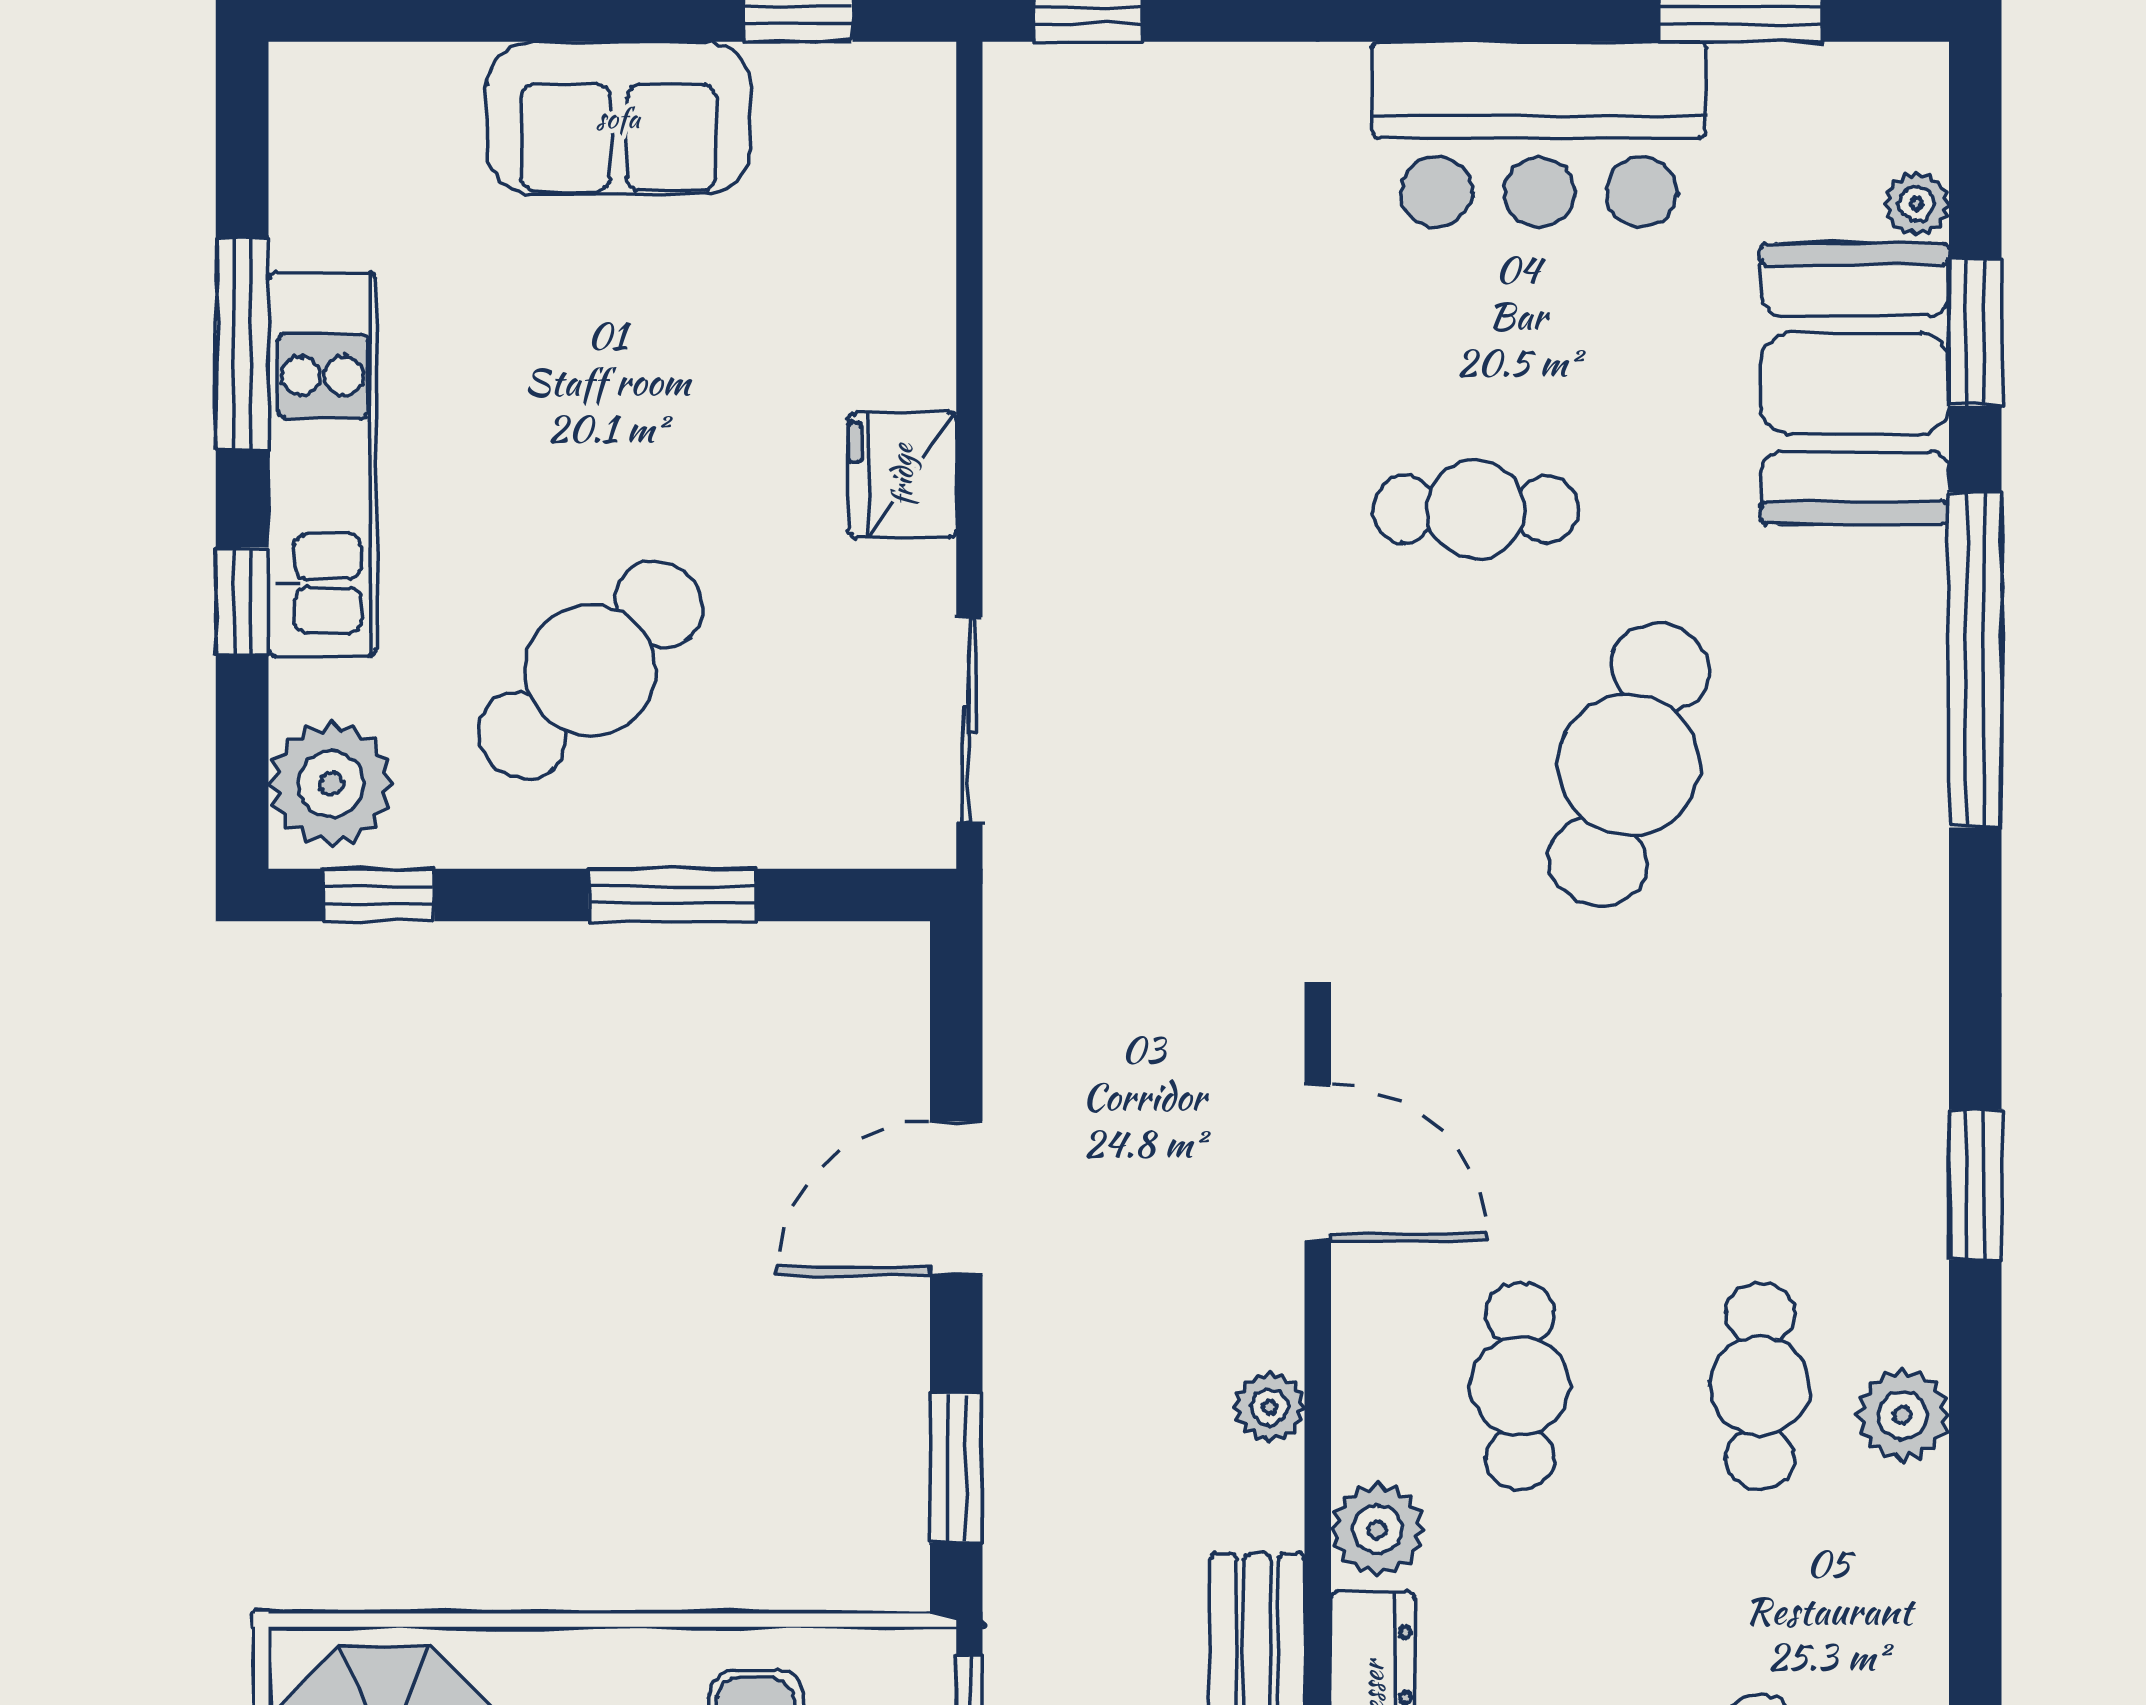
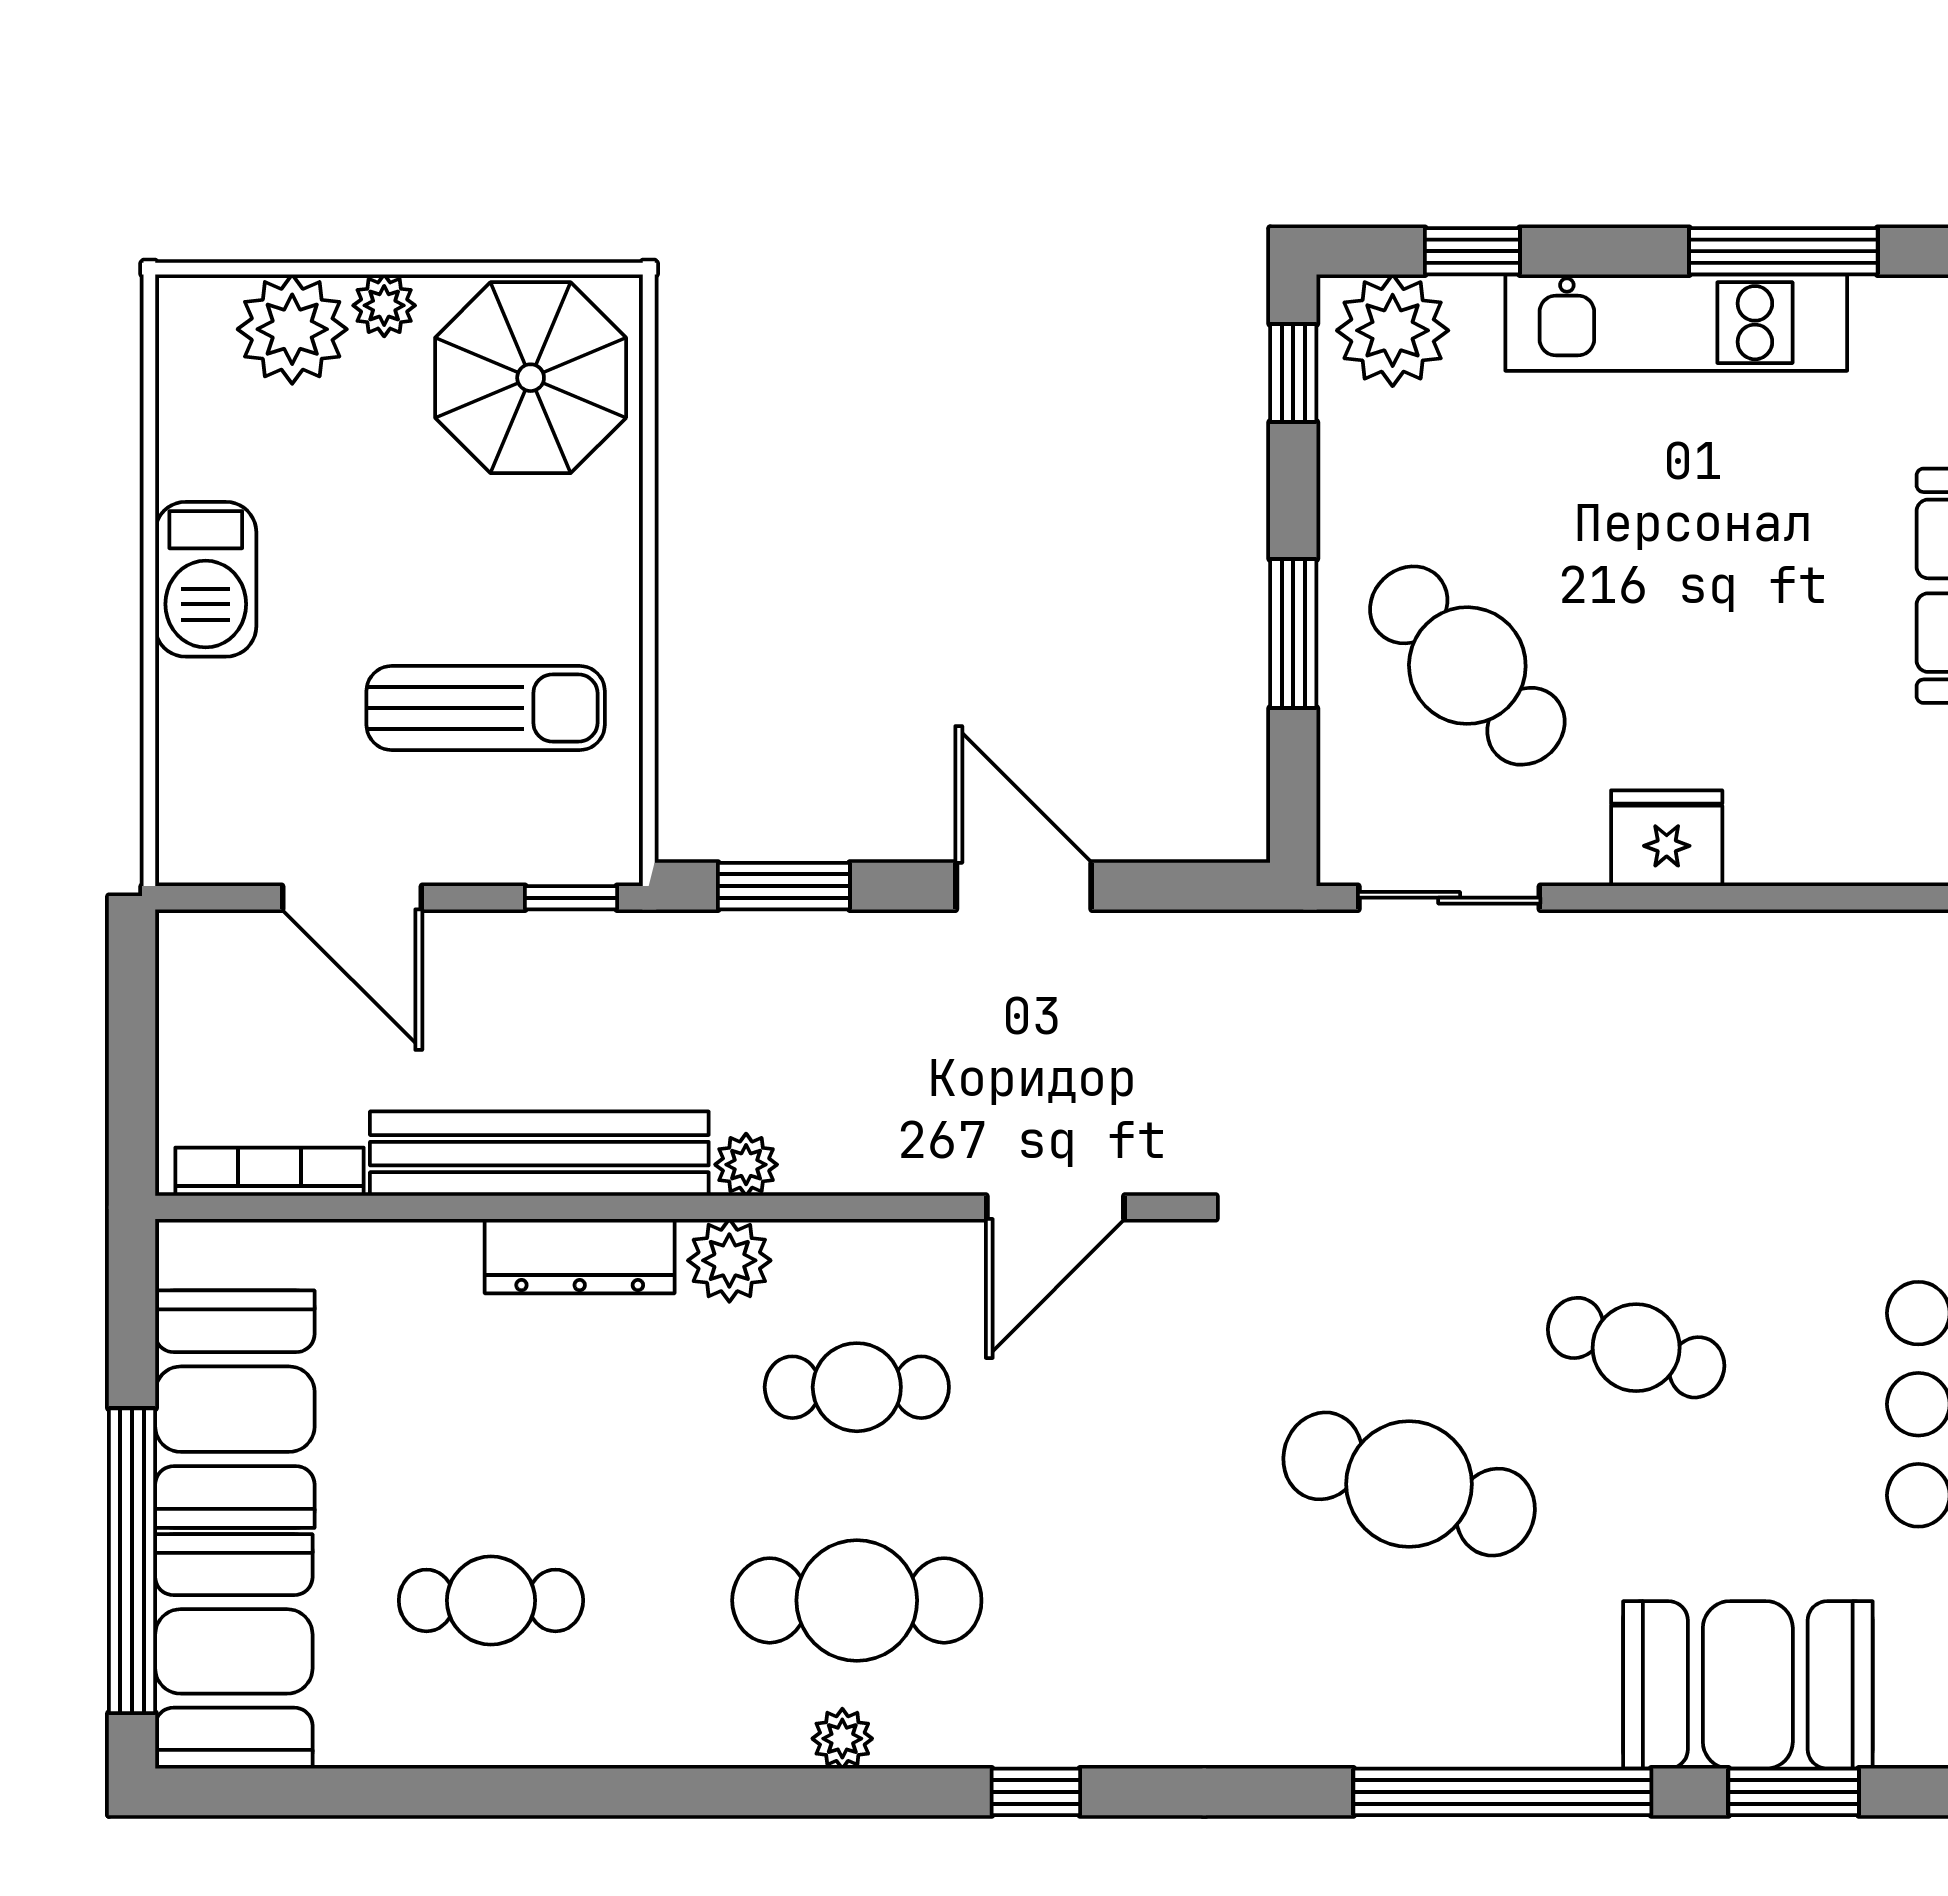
plant: (1917, 204) -> (1908, 1740), removed
cafe table: (1475, 509) -> (1636, 1348), turned -72
window: (242, 601) -> (1472, 251), moved
cafe table: (590, 670) -> (1467, 666), moved
window: (1975, 1185) -> (1036, 1792), width x0.67
cafe table: (1760, 1386) -> (857, 1600), width x1.37, depth x1.35
plant: (1270, 1407) -> (746, 1165), moved
plant: (1903, 1415) -> (842, 1739), width x0.73, depth x0.73

